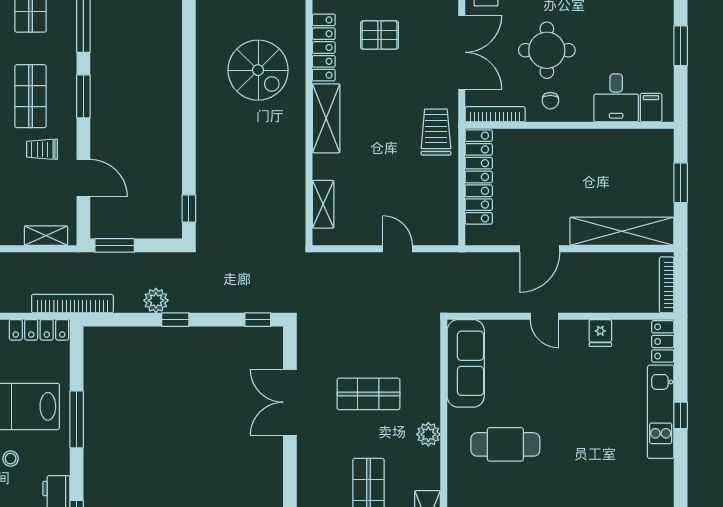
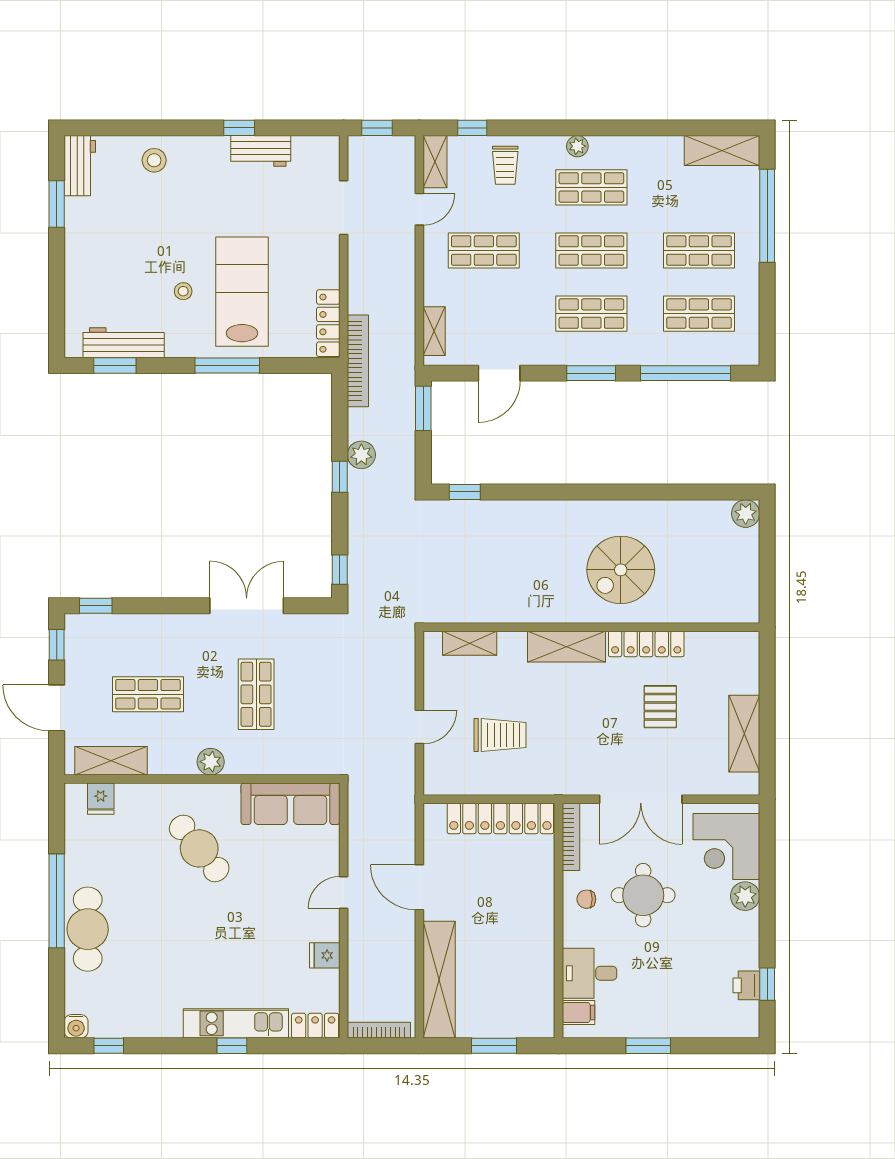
trolley: (436, 132) -> (500, 735), moved
trolley: (42, 149) -> (532, 327), removed
cafe table: (505, 444) -> (199, 848), turned -39

